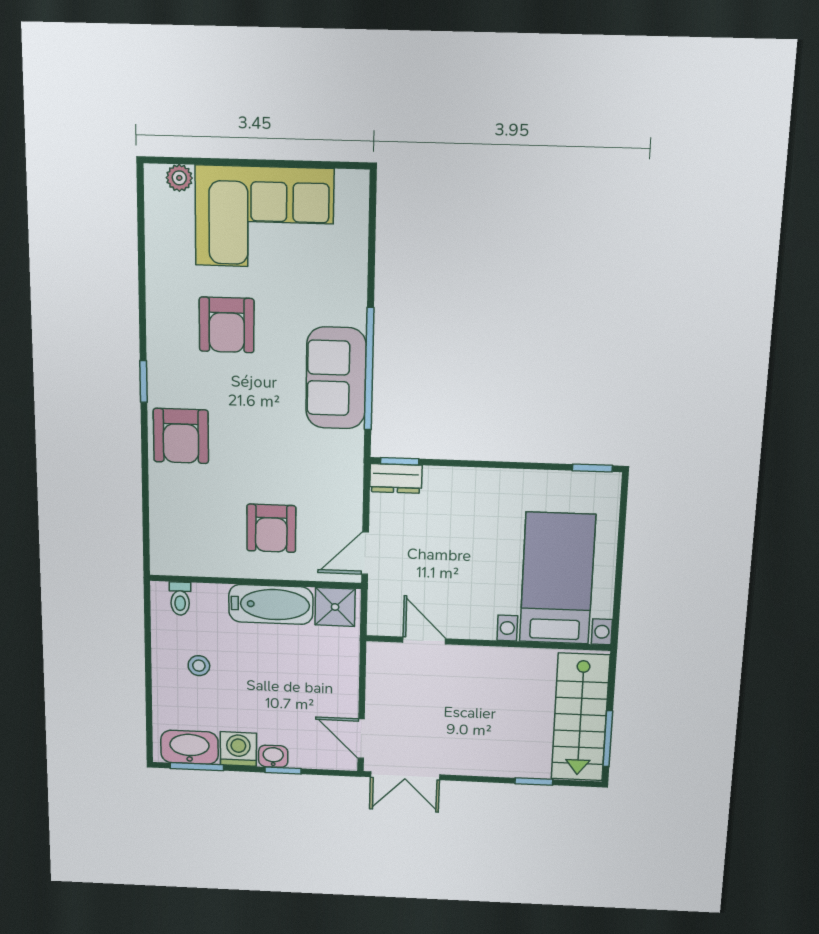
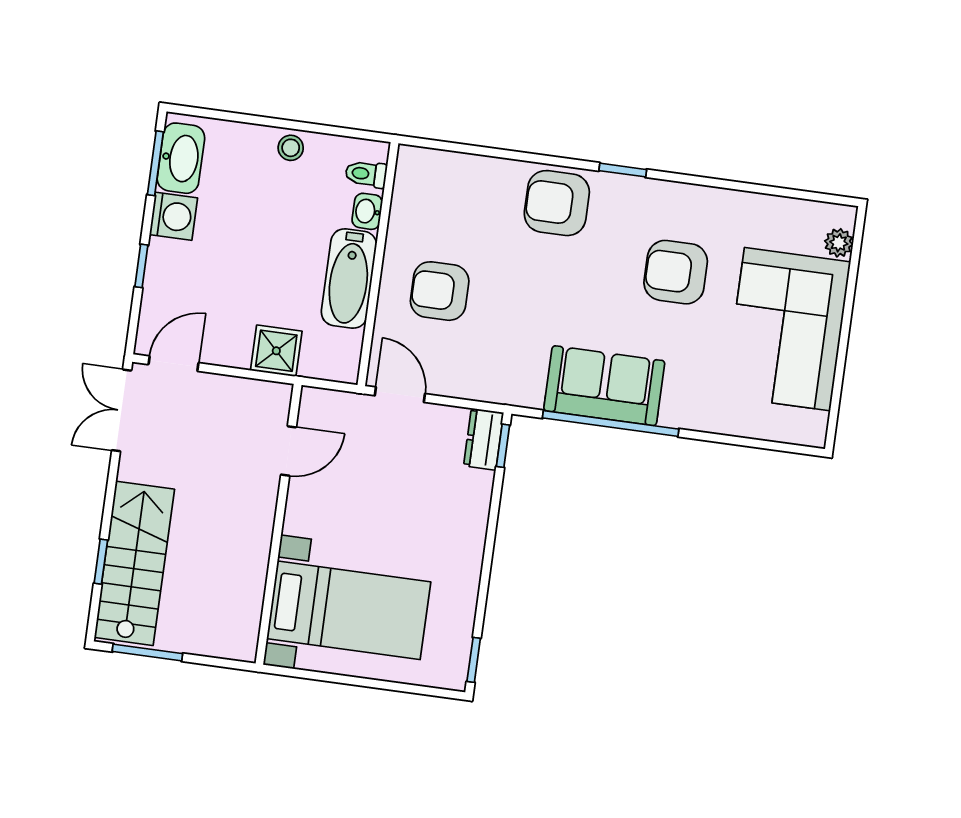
shower: (335, 607) -> (276, 351), moved
stool: (199, 666) -> (291, 148), moved
stairs: (580, 717) -> (134, 563), moved, turned 90
washbasin: (273, 756) -> (367, 211), moved, turned 180

